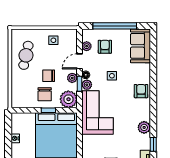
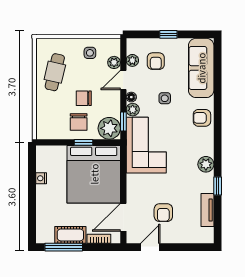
window: (115, 26) -> (168, 34), width x0.32
sofa: (140, 46) -> (201, 68), width x1.36
armchair: (105, 47) -> (156, 61), turned 180
plant: (72, 78) -> (114, 62), moved
window: (79, 84) -> (123, 121), moved
armchair: (141, 91) -> (202, 118), turned -90

